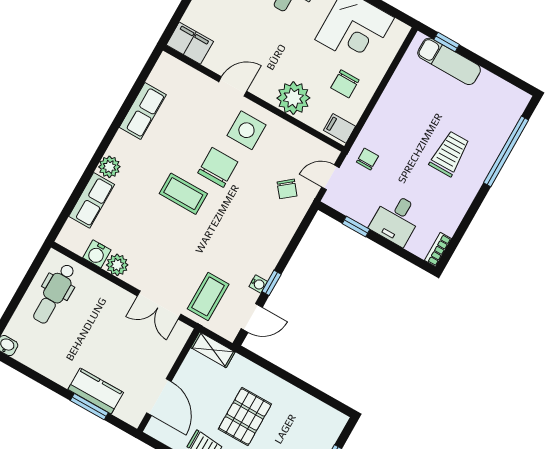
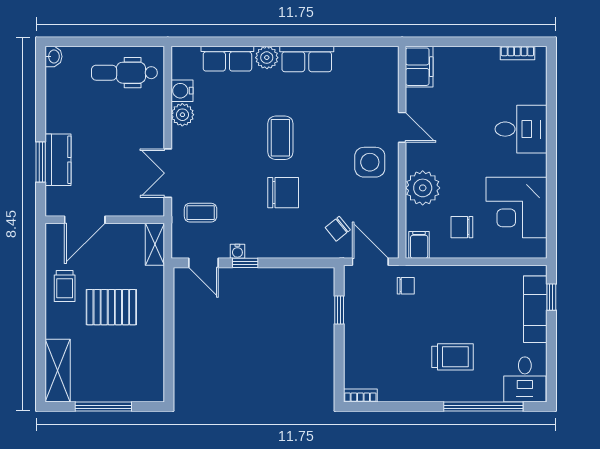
row of seats: (143, 111) -> (307, 59), moved
chair: (218, 167) -> (283, 193), moved
door: (330, 177) -> (370, 262), width x1.38
desk: (396, 219) -> (525, 379), moved, turned -90
coffee table: (208, 296) -> (201, 213), width x0.73, depth x0.77

